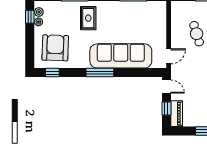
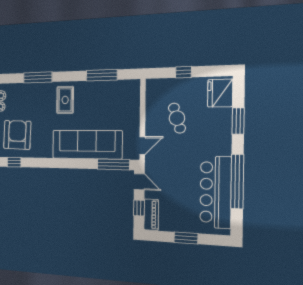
rug: (88, 18) -> (65, 100), moved
window: (100, 73) -> (113, 164), moved

